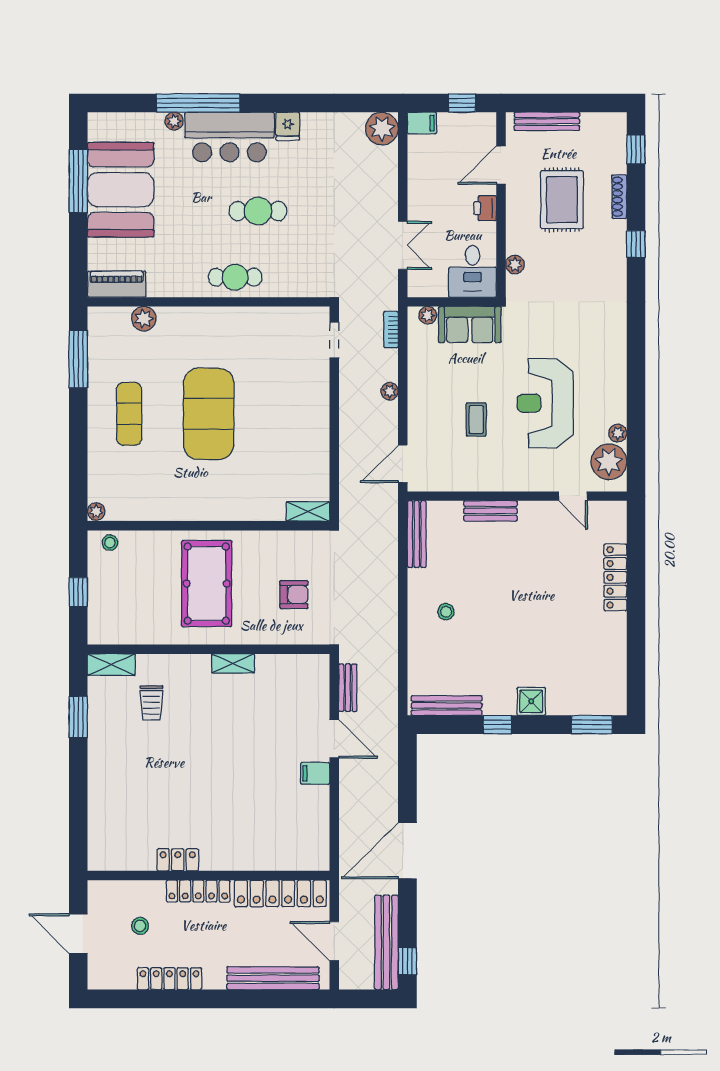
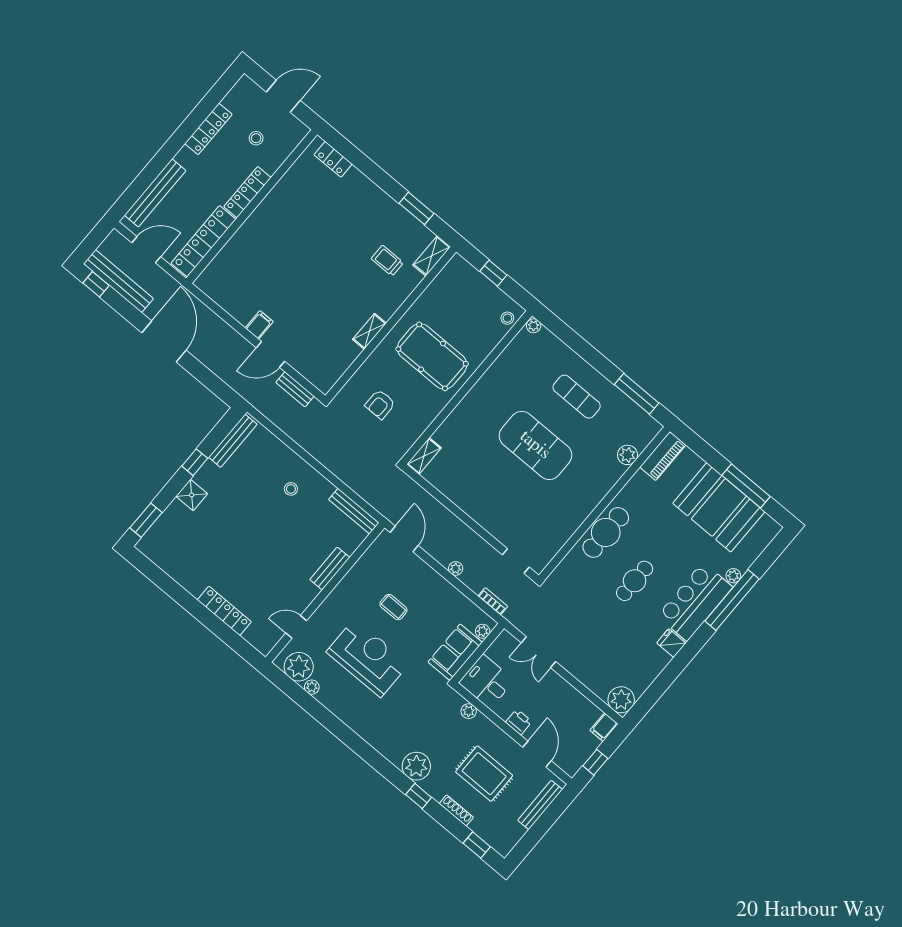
plant: (609, 270) -> (416, 766), added
cafe table: (235, 277) -> (606, 532), width x1.37, depth x1.35
locker: (178, 860) -> (333, 159), moved, turned 90

